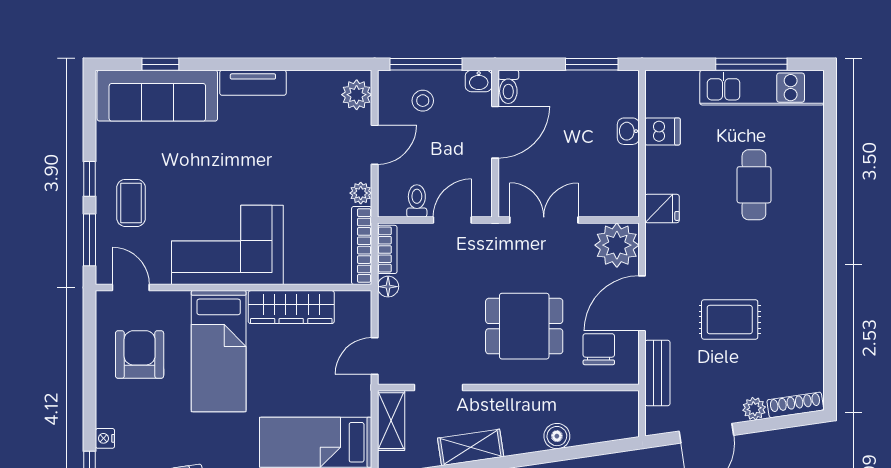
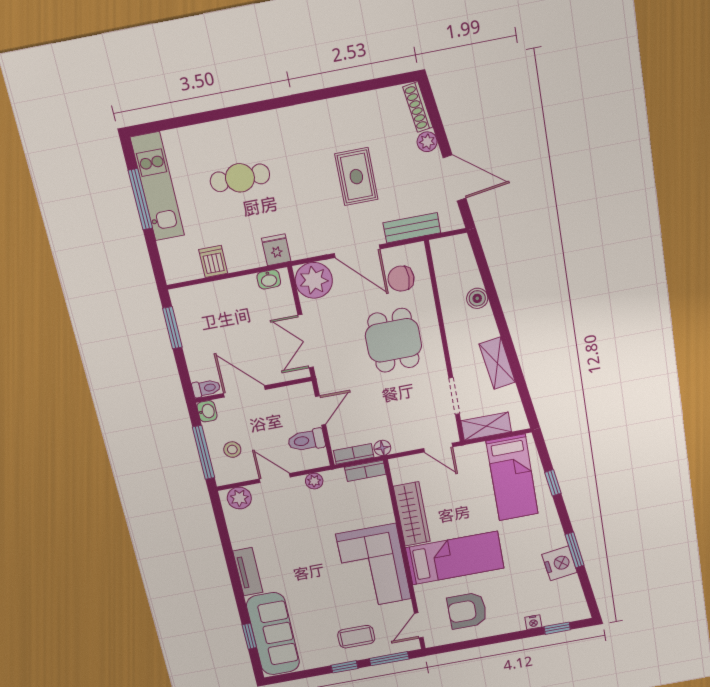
washbasin: (628, 131) -> (269, 279), moved
toilet: (417, 201) -> (306, 440), width x1.37, depth x1.39
door: (452, 220) -> (321, 410), swing flipped
bookcase: (362, 245) -> (365, 471), width x0.64

